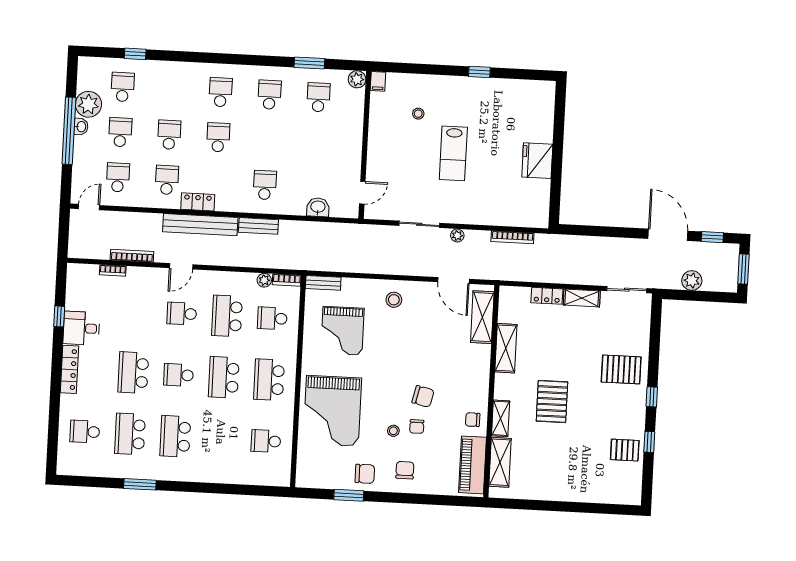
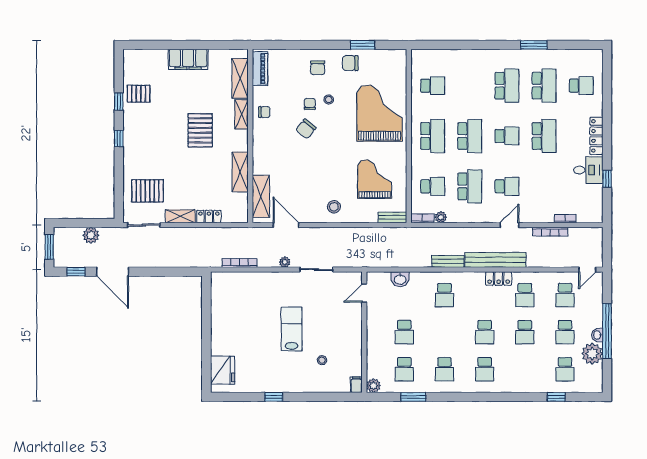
school desk: (316, 142) -> (404, 332), added
fridge: (537, 161) -> (223, 370), moved
pallet: (621, 369) -> (148, 191), moved
chair: (423, 396) -> (306, 129), turned -64
piano: (473, 465) -> (260, 69), width x0.73, depth x0.75
filing cabinet: (562, 489) -> (188, 59), added

